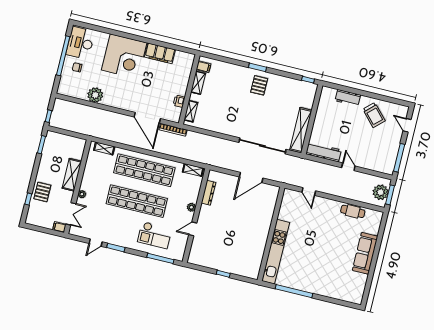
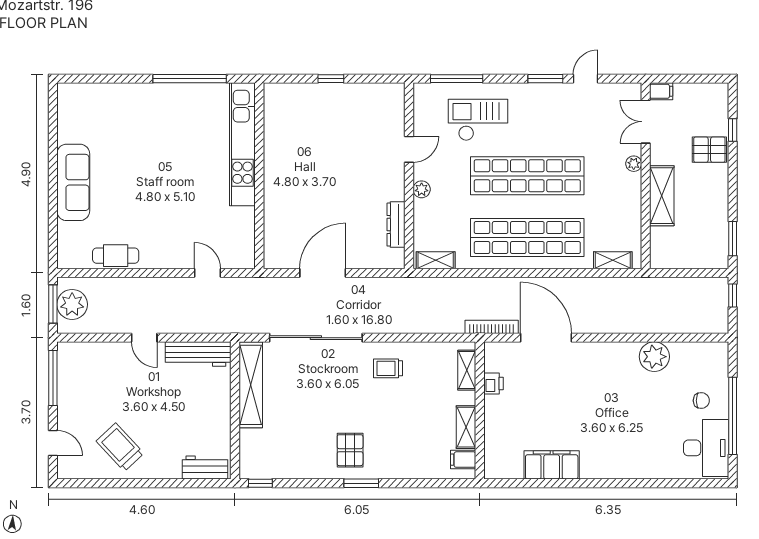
corner desk: (124, 56) -> (617, 443), removed
workbench: (348, 98) -> (205, 468), moved
trolley: (230, 122) -> (388, 368), added
pallet: (42, 192) -> (709, 150), turned 90

